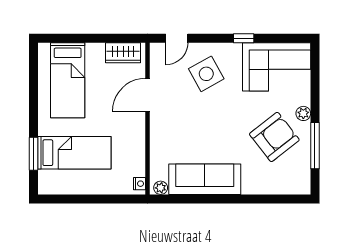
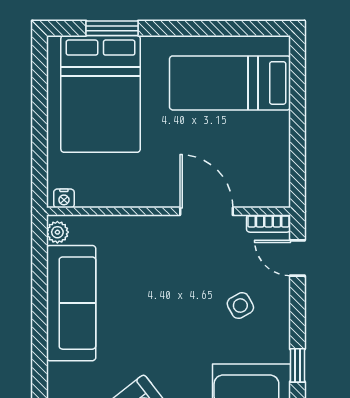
wardrobe: (123, 53) -> (274, 172), removed
bookcase: (155, 56) -> (268, 224), added
side table: (206, 74) -> (240, 305), width x0.54, depth x0.54
bed: (74, 153) -> (101, 94), width x1.50

